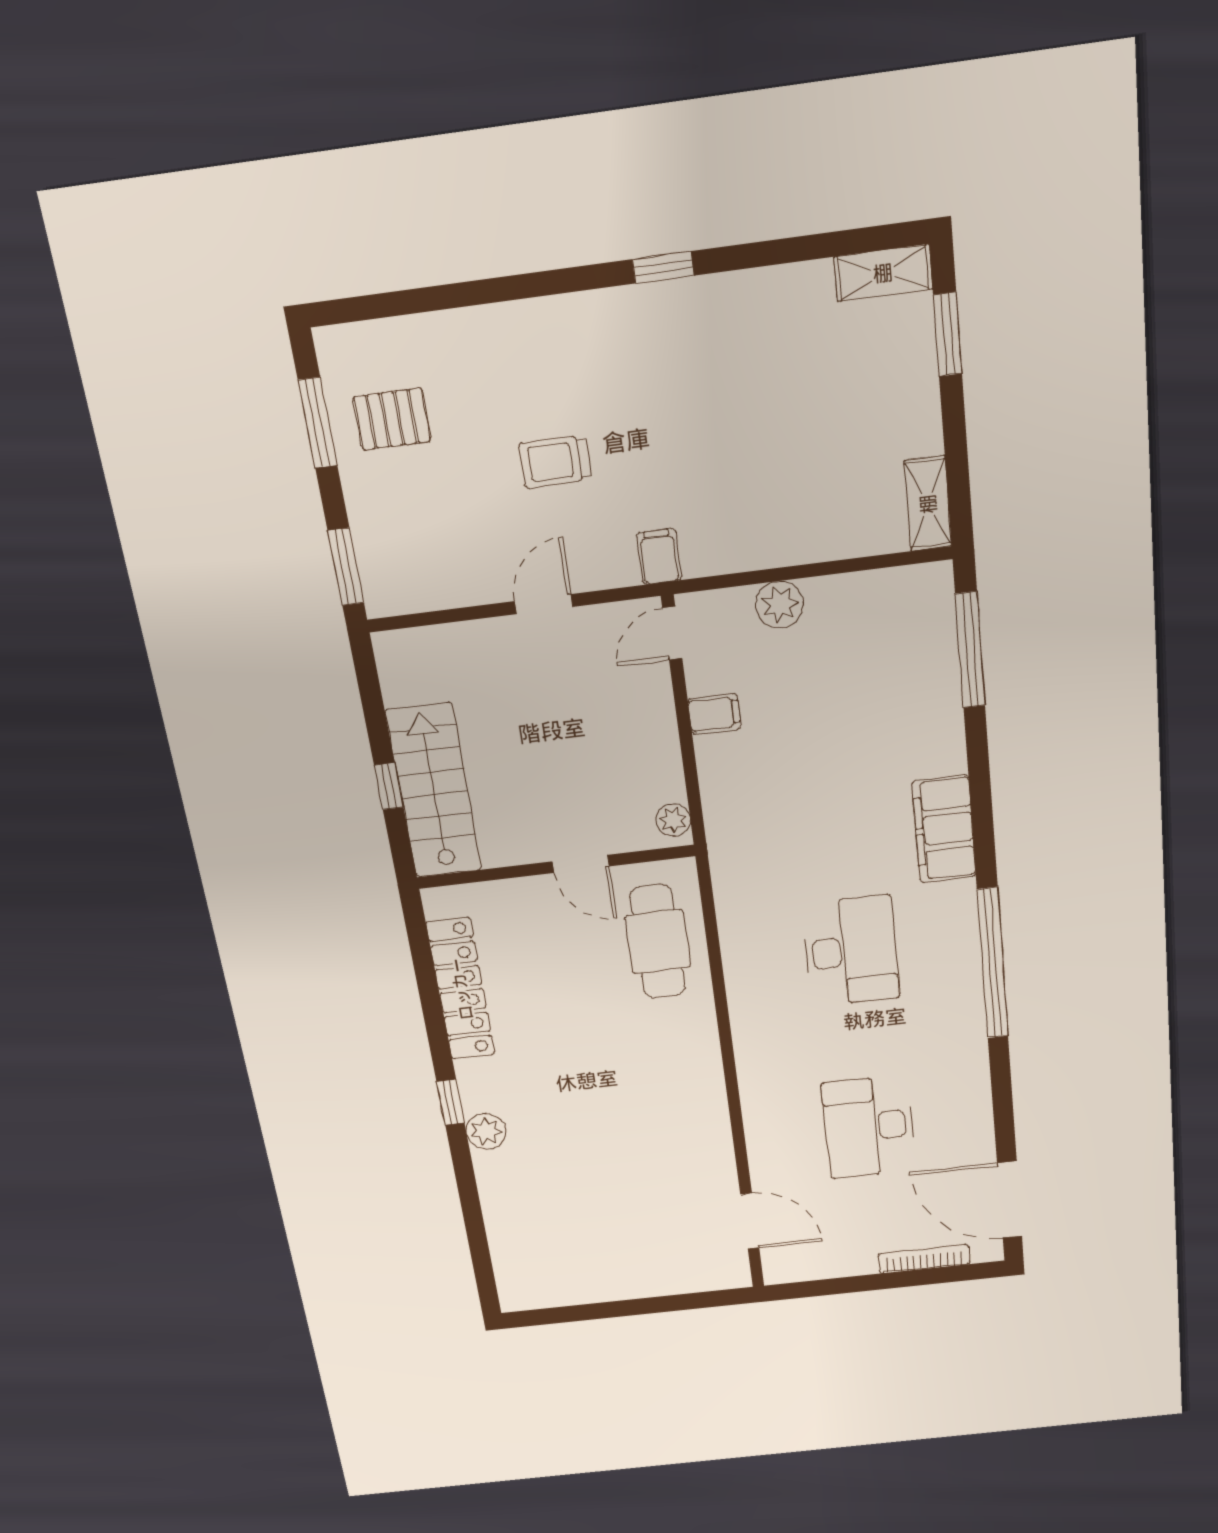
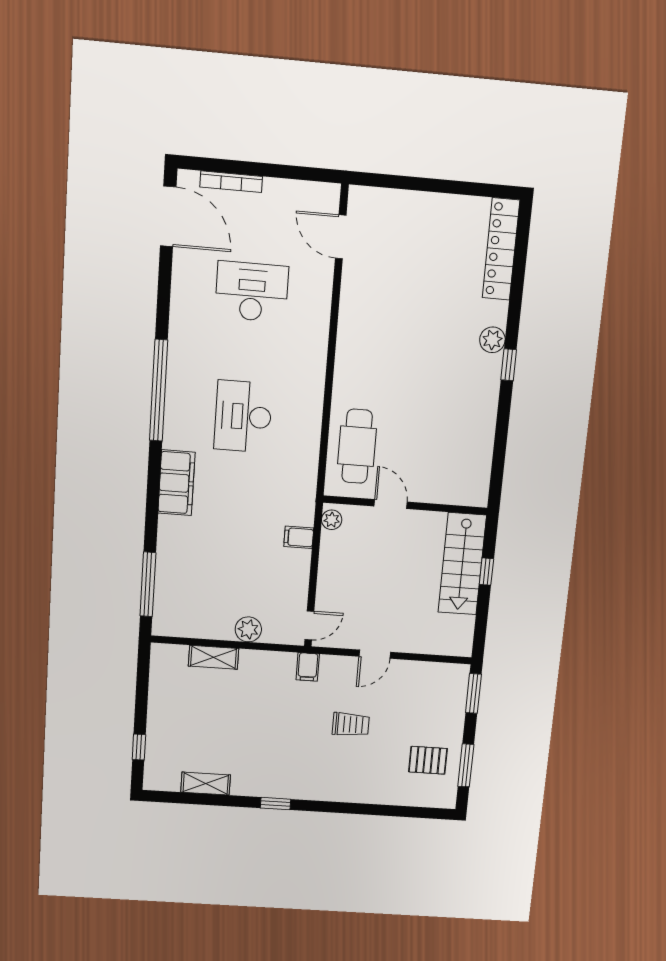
shelving: (883, 273) -> (206, 784), moved
window: (948, 334) -> (139, 747), width x0.67
shelving: (928, 504) -> (213, 657), moved, turned 90
filing cabinet: (714, 714) -> (299, 537), moved
locker: (461, 989) -> (501, 249), moved
desk: (869, 1127) -> (252, 292), turned -90

